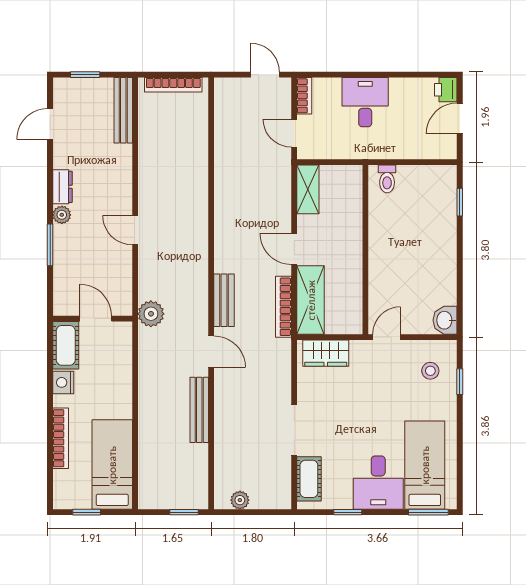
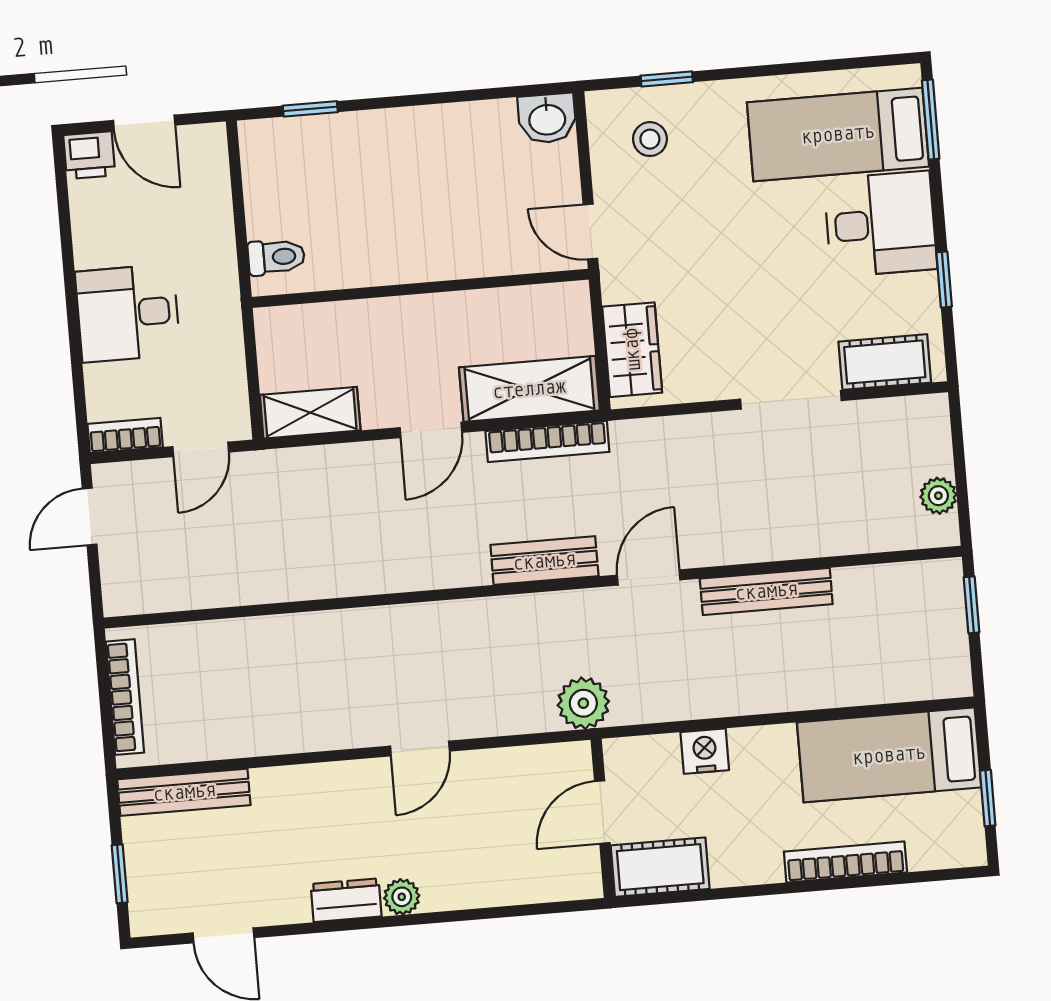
window: (50, 245) -> (463, 915), removed
nightstand: (63, 382) -> (705, 751), moved, turned 180

